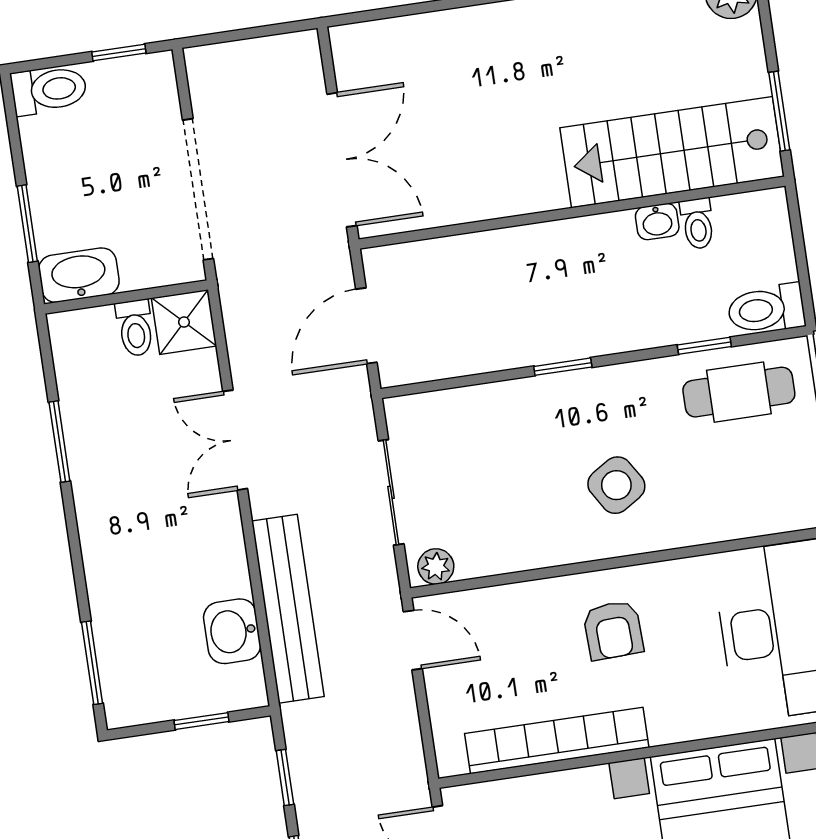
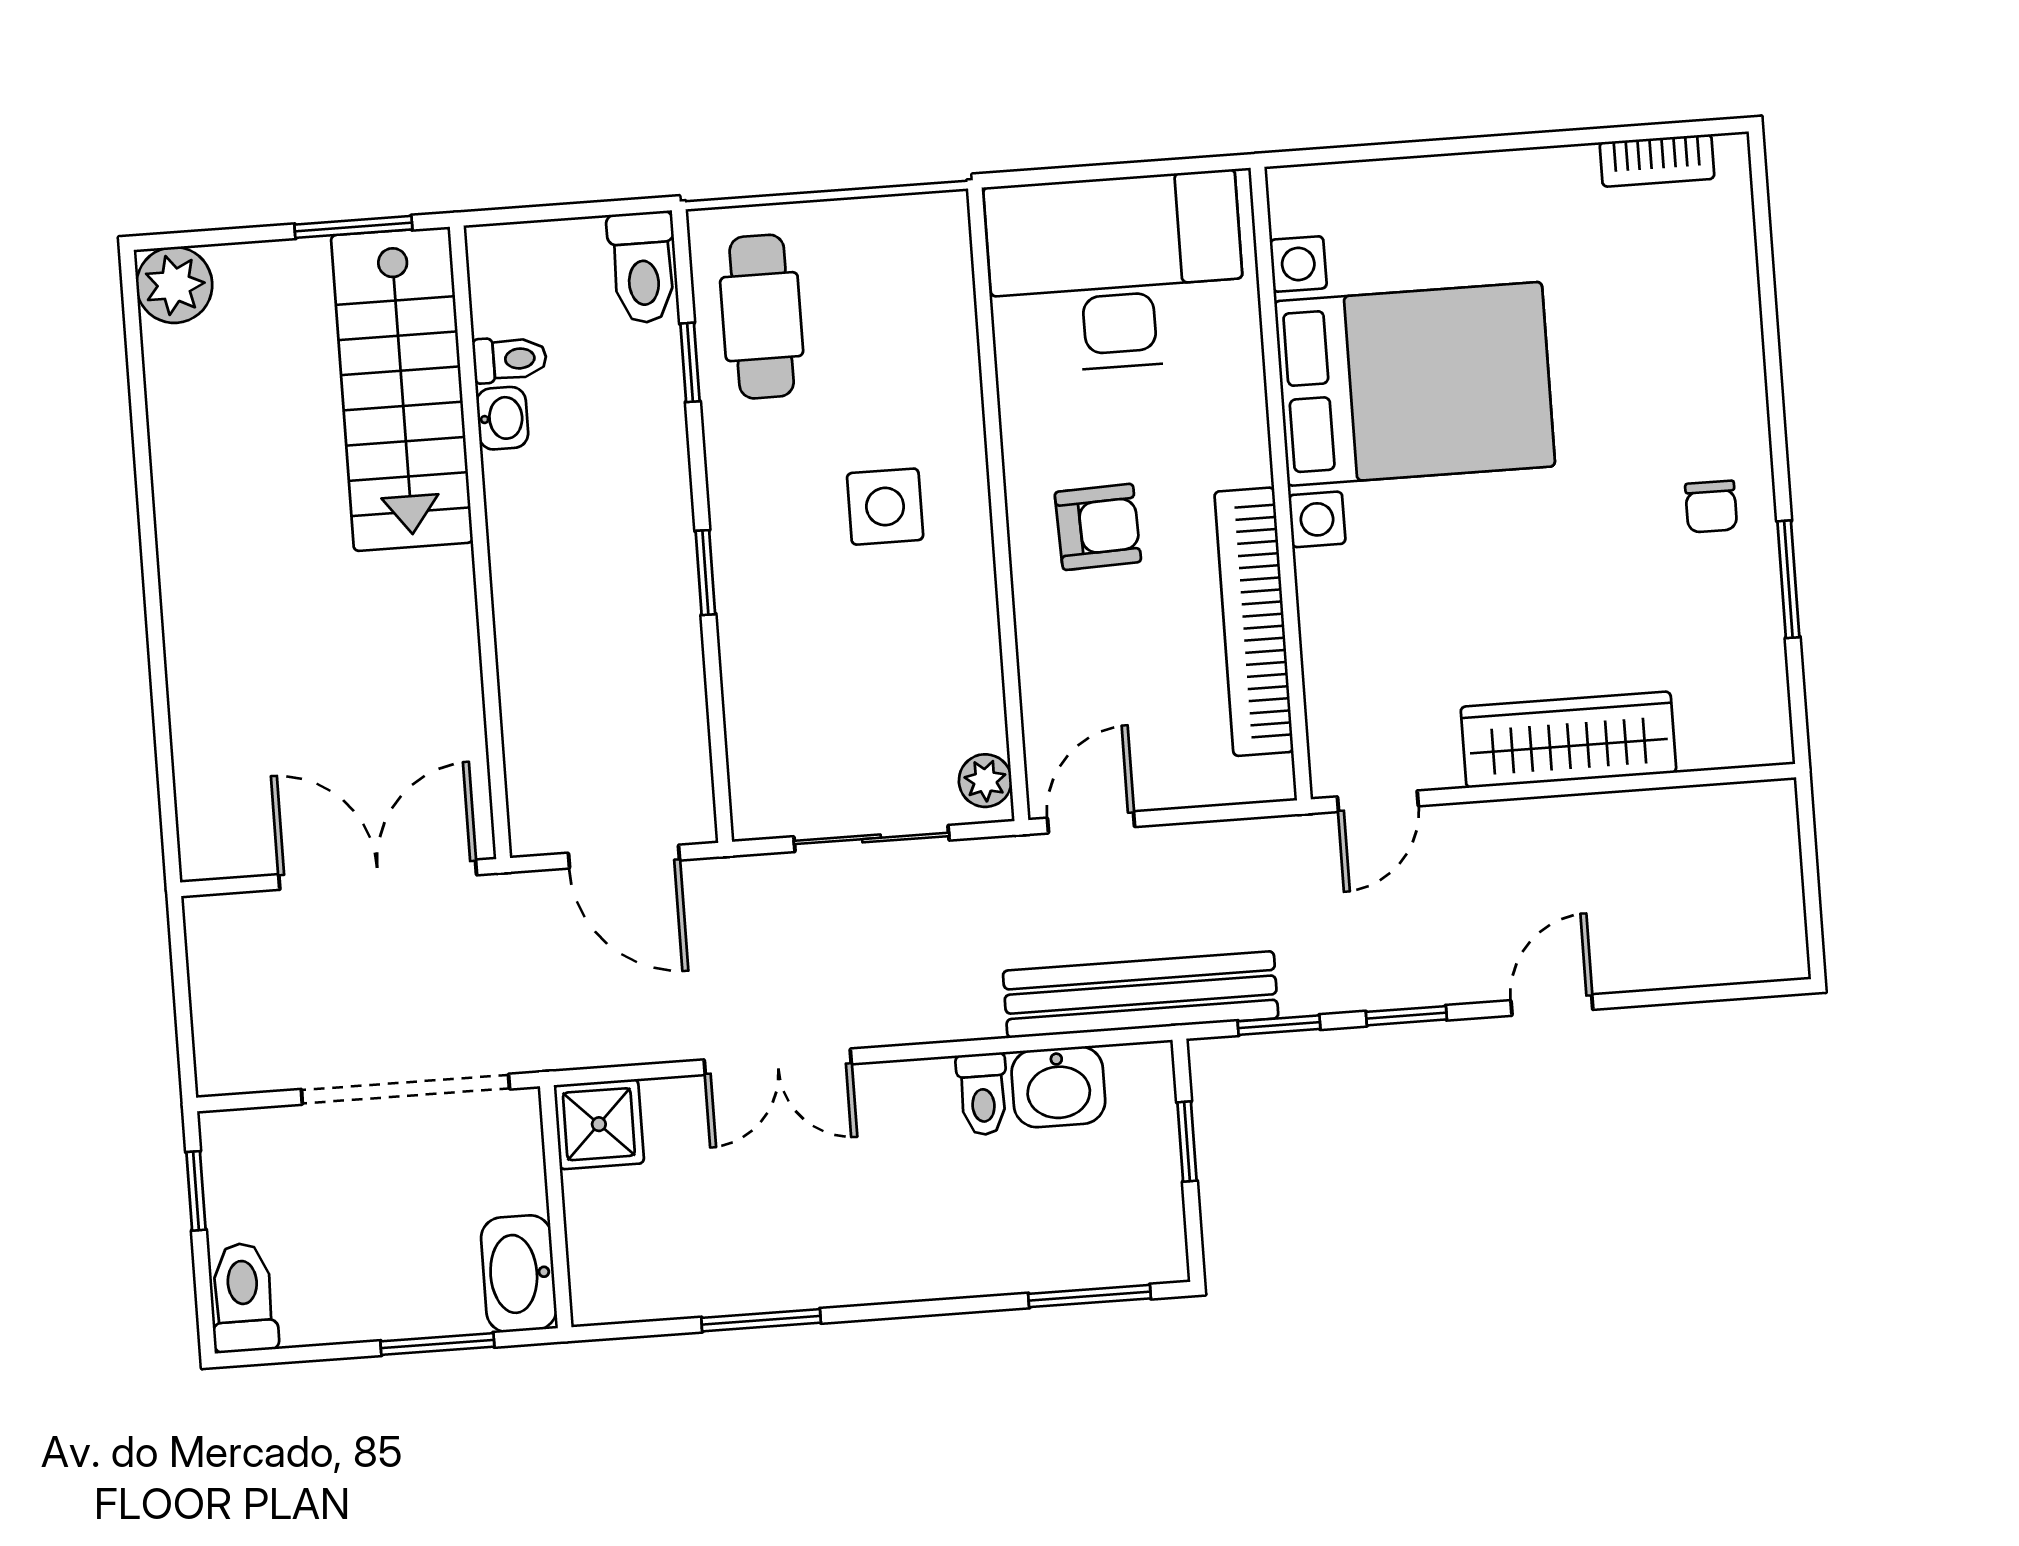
toilet: (135, 328) -> (983, 1094), moved, turned 90
side table: (616, 485) -> (885, 507), turned 32
bench: (288, 609) -> (1141, 995), moved

